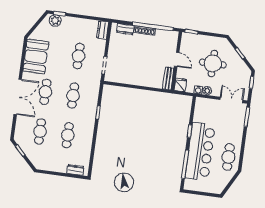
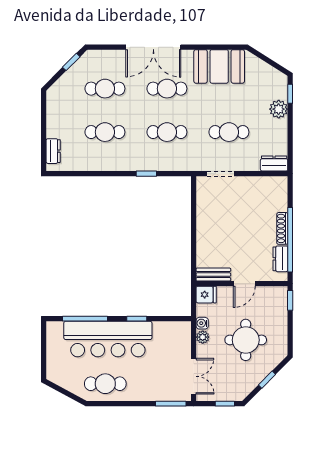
plant: (55, 21) -> (279, 109), moved
dresser: (125, 29) -> (280, 259), moved

